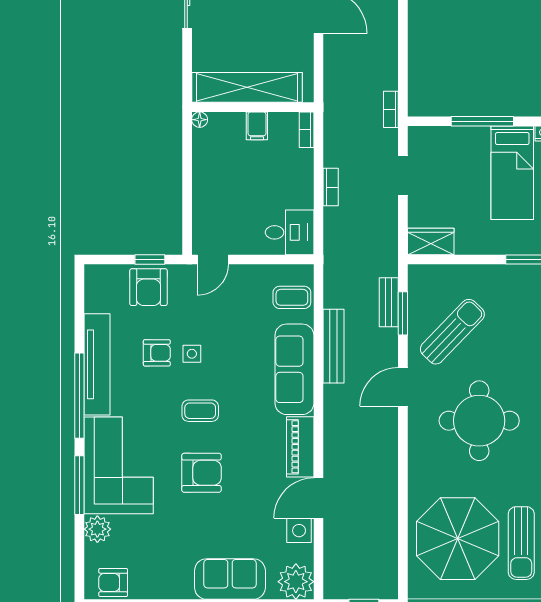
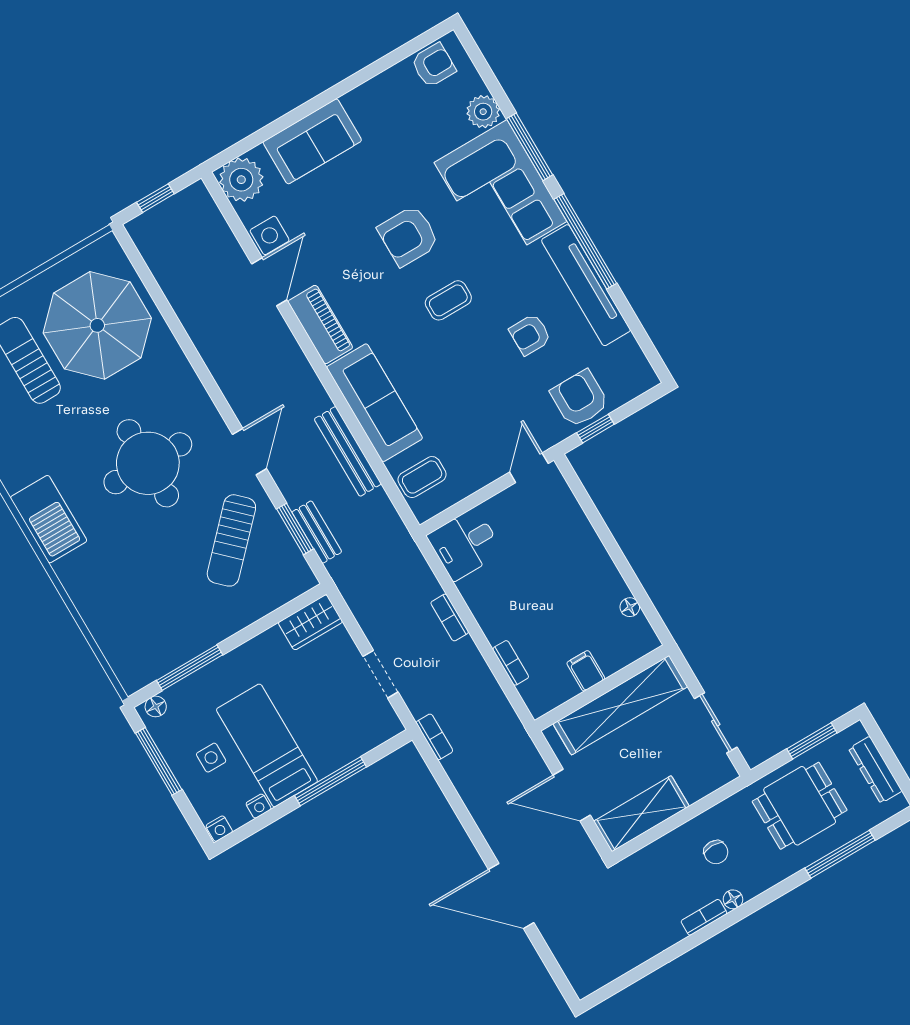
shelving: (247, 87) -> (620, 705), moved
wall: (253, 107) -> (602, 688), moved
filing cabinet: (257, 126) -> (586, 671), moved
side table: (192, 354) -> (493, 355), removed

